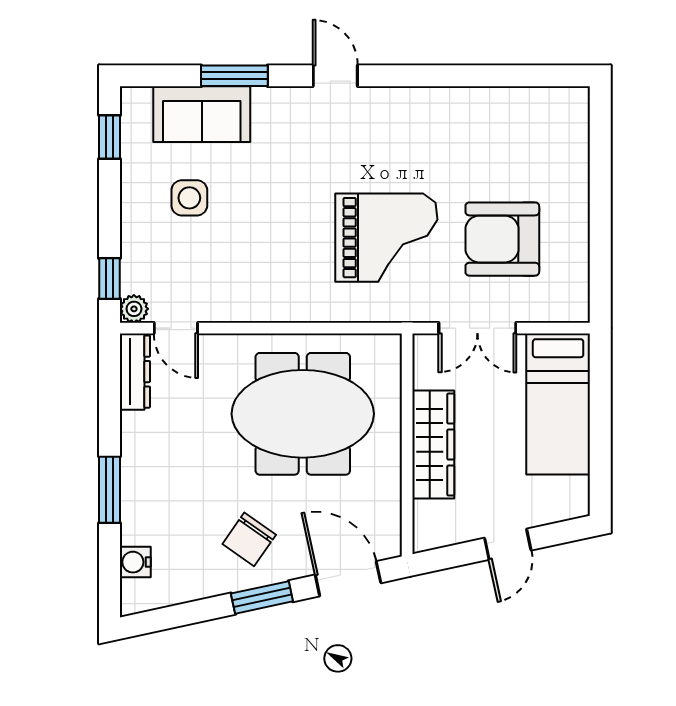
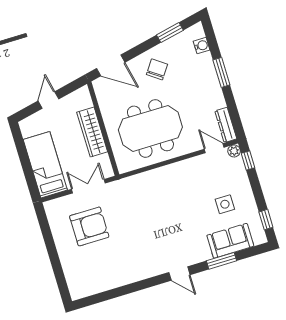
grand piano: (386, 238) -> (138, 212), removed
window: (262, 597) -> (170, 33), moved

